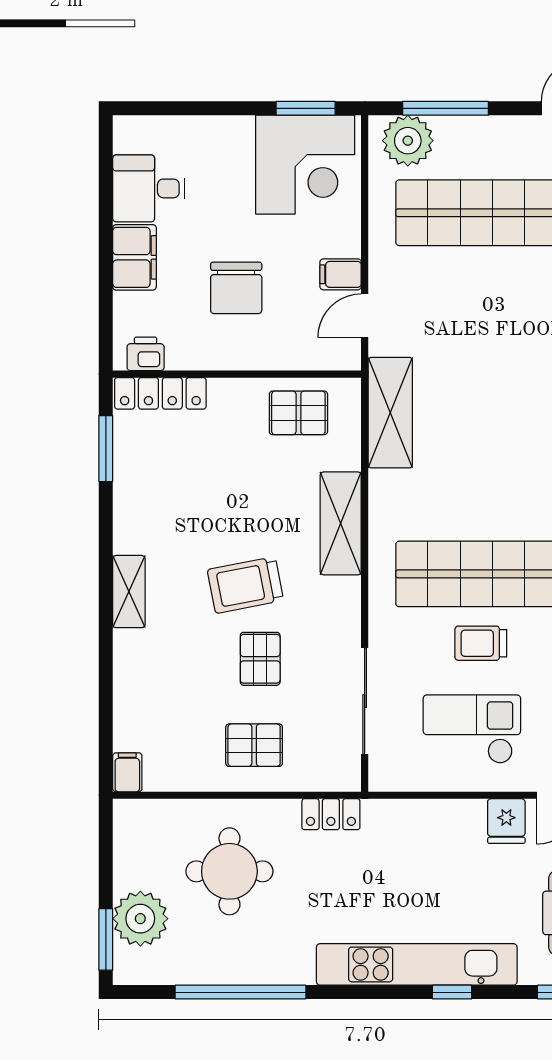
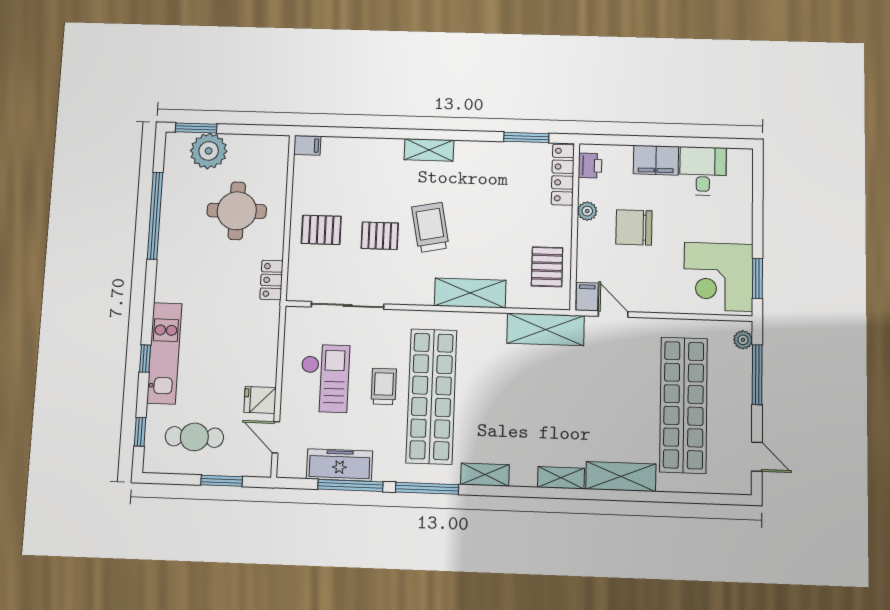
plant: (408, 141) -> (743, 340), width x0.53, depth x0.53
filing cabinet: (341, 274) -> (587, 297), moved
plant: (214, 356) -> (587, 211), added
pallet: (254, 745) -> (321, 230), turned 90
kitchen unit: (417, 964) -> (164, 353), width x0.73

